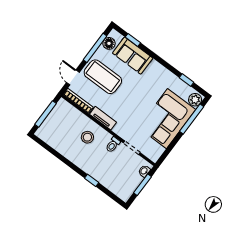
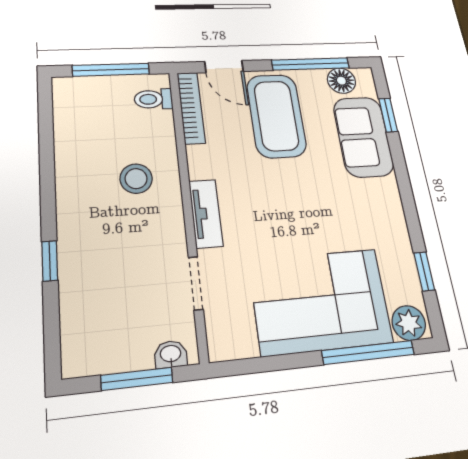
door: (73, 77) -> (224, 67), swing flipped
tv unit: (103, 118) -> (206, 213), moved
toilet: (113, 145) -> (153, 99), moved

